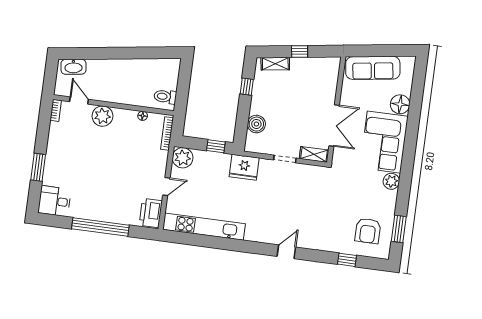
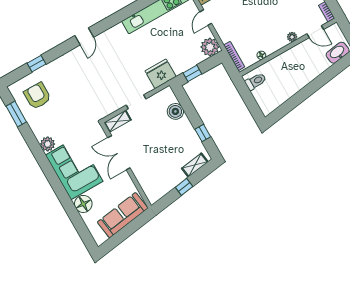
plant: (102, 116) -> (292, 37), width x0.53, depth x0.53

